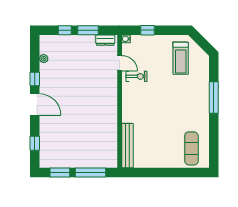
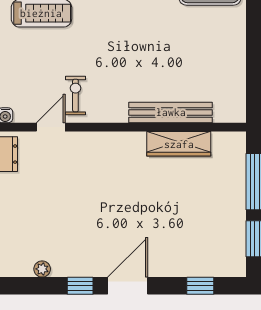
wardrobe: (111, 132) -> (179, 144), added
bench: (128, 146) -> (171, 112), moved

